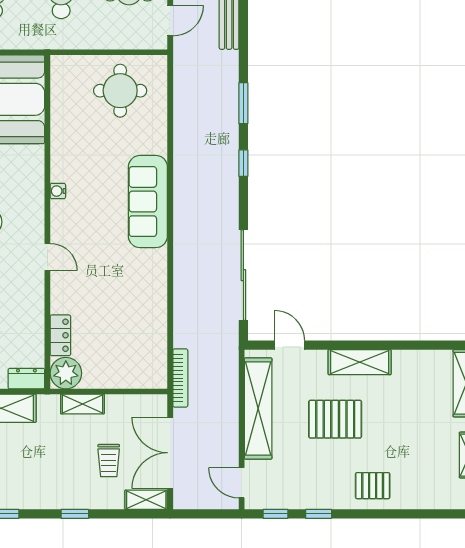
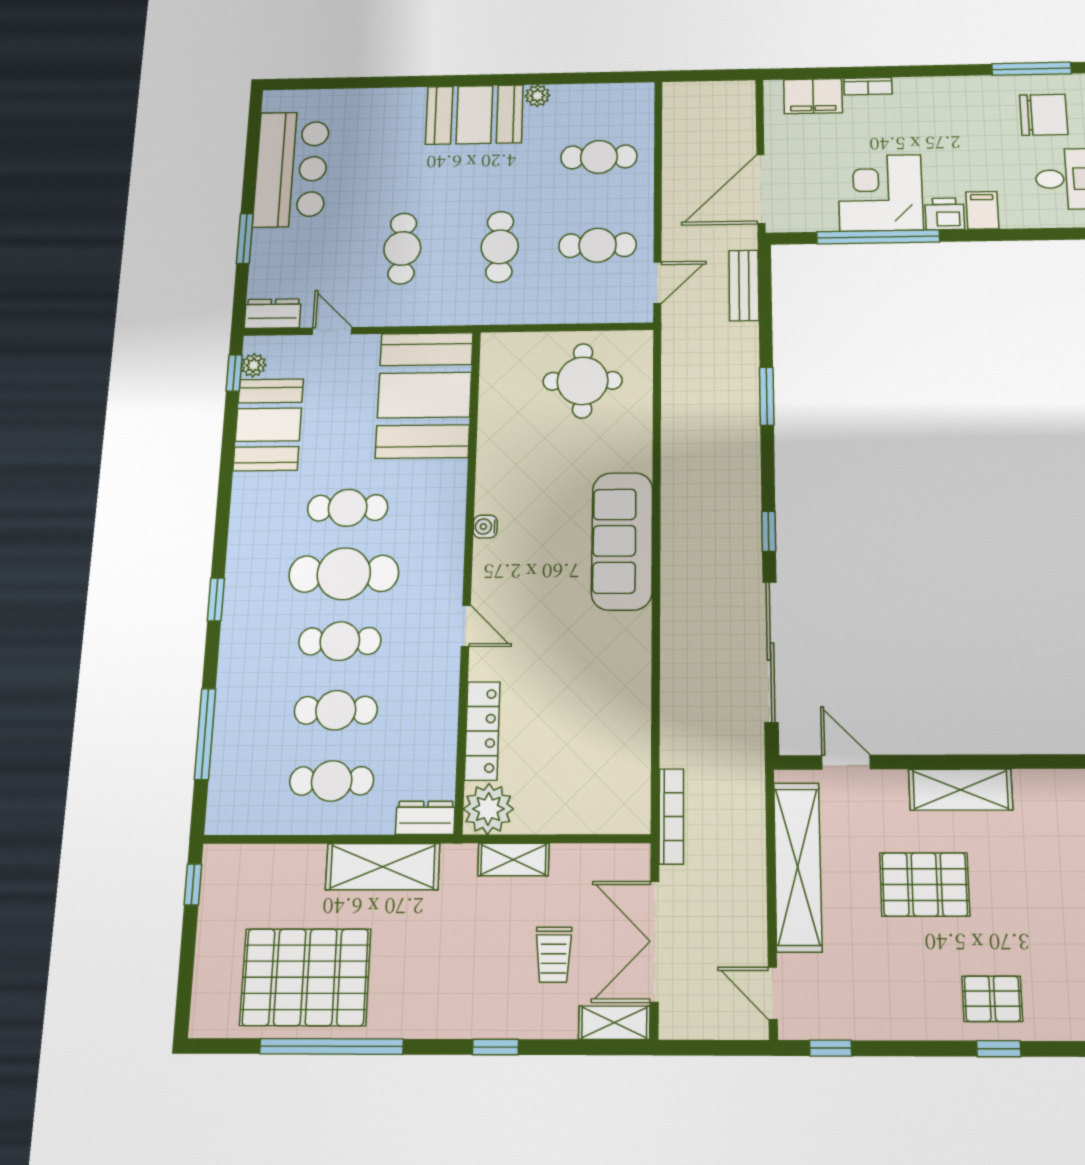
window: (243, 163) -> (769, 531), moved
locker: (60, 335) -> (482, 731), width x1.53
window: (319, 514) -> (999, 1049), moved

